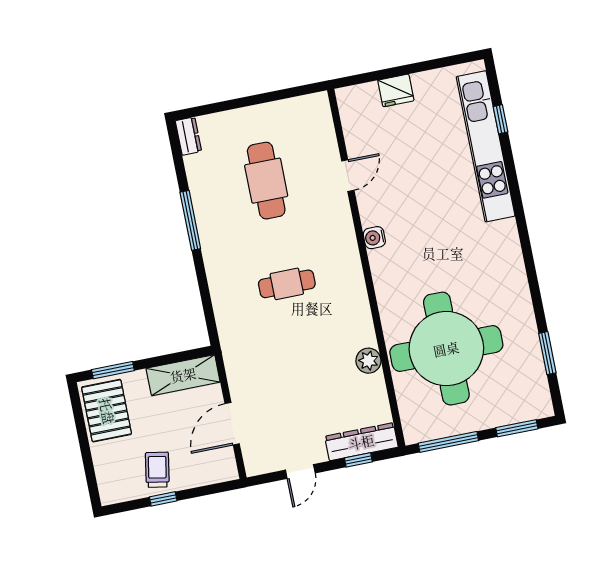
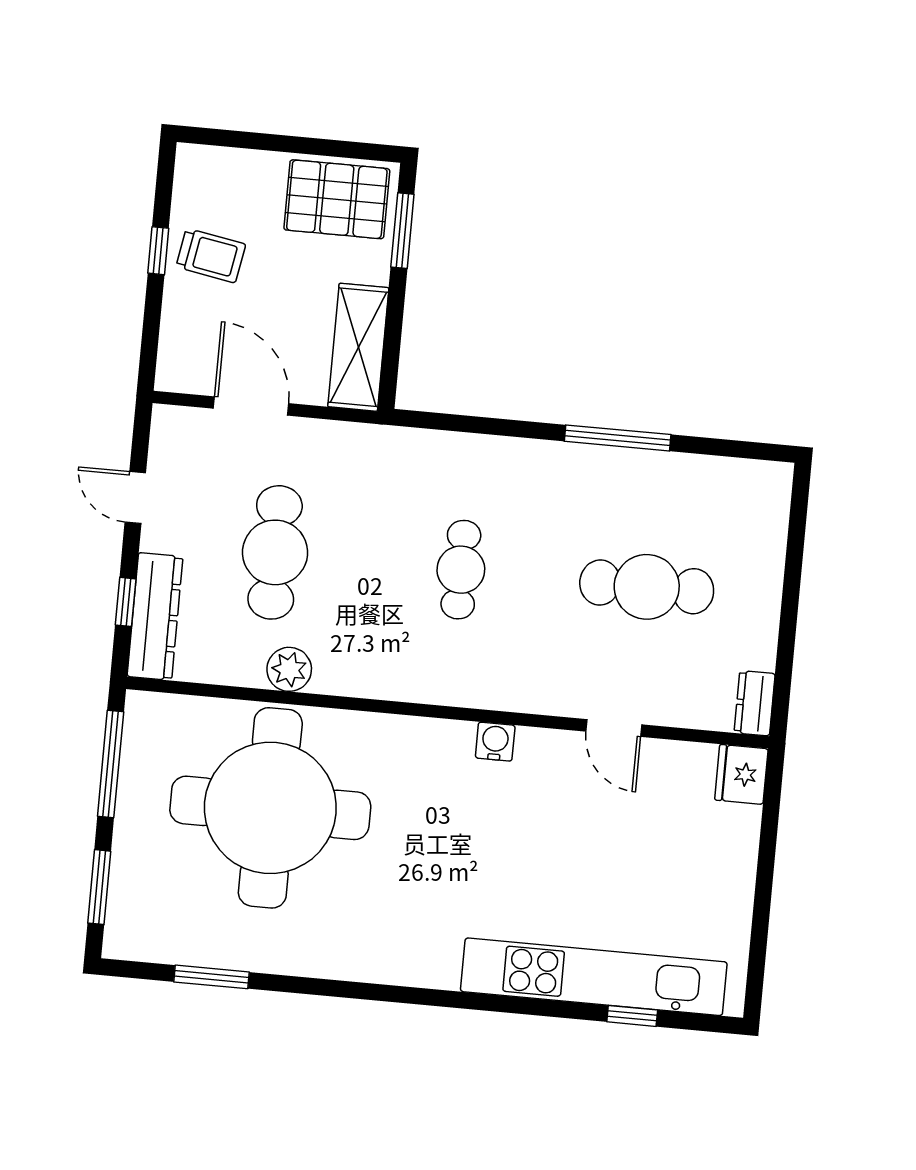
fridge: (396, 90) -> (741, 774), moved
dresser: (188, 136) -> (755, 703), moved, turned 90
cafe table: (307, 387) -> (275, 552), added

